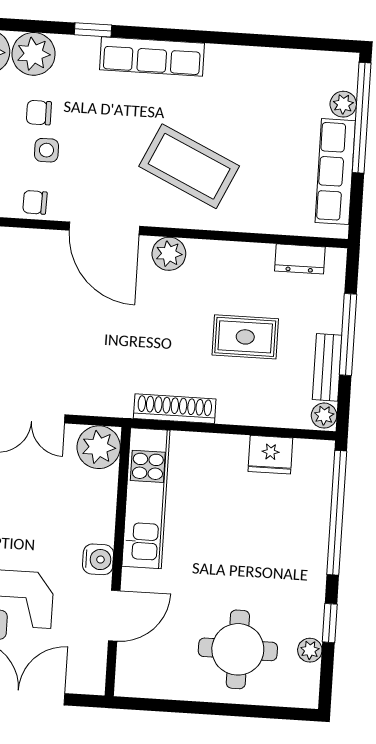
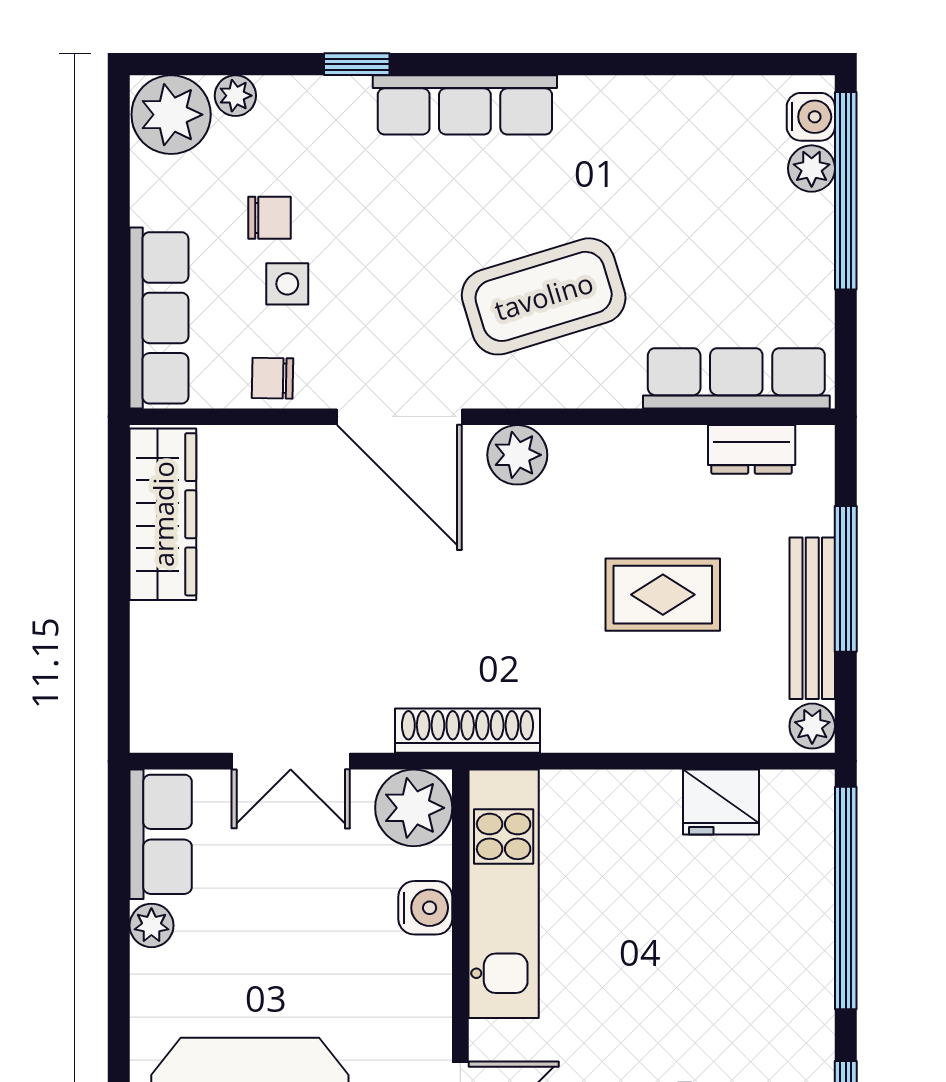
plant: (34, 54) -> (235, 96), width x0.53, depth x0.53
water cooler: (345, 75) -> (811, 117), added
chair: (39, 113) -> (269, 218), turned 180
coffee table: (189, 166) -> (544, 296), turned -42
row of seats: (335, 172) -> (736, 378), moved, turned 90
bench: (327, 367) -> (812, 618), width x1.36
shoe rack: (175, 409) -> (468, 731), moved
water cooler: (98, 559) -> (425, 908), moved

